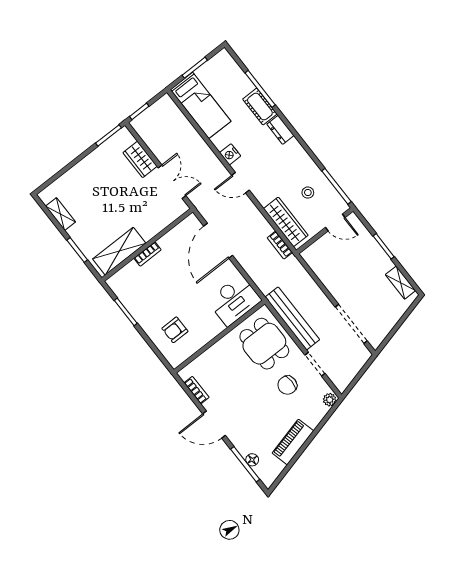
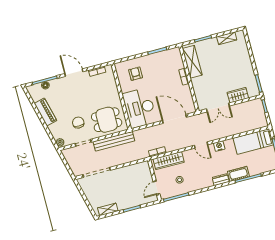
door: (241, 183) -> (201, 145), swing flipped
desk: (234, 300) -> (139, 108), width x1.36, depth x1.30
door: (214, 425) -> (74, 73), hinge flipped

